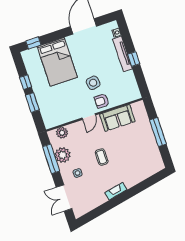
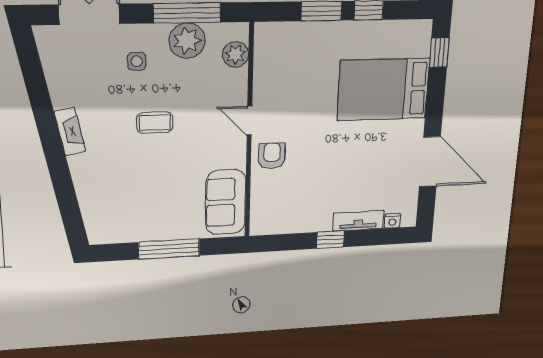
tv unit: (122, 54) -> (358, 221), width x0.71
side table: (93, 83) -> (315, 149), removed
sofa: (117, 118) -> (226, 202), moved

